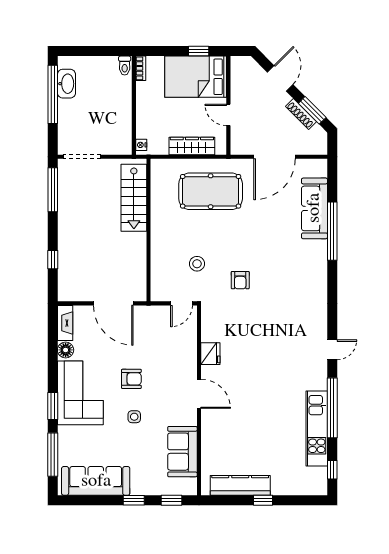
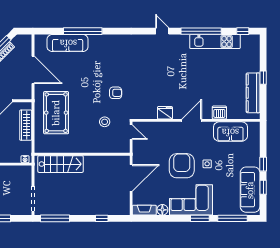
armchair: (131, 379) -> (182, 166), width x1.88, depth x1.88
dishwasher: (211, 435) -> (219, 113), added
window: (171, 500) -> (263, 187), moved

